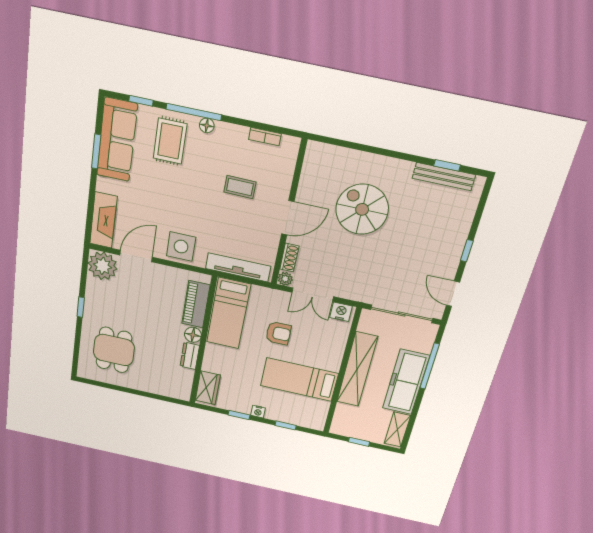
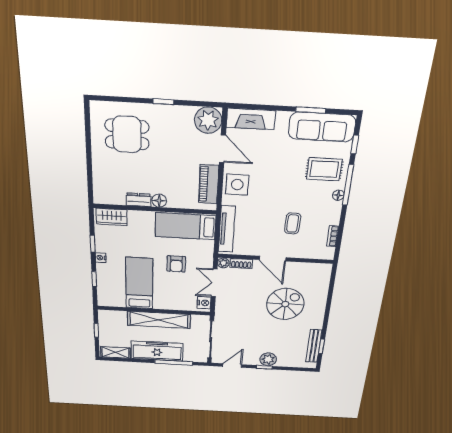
plant: (453, 244) -> (268, 359), added
piano: (196, 304) -> (209, 184), moved, turned -90

